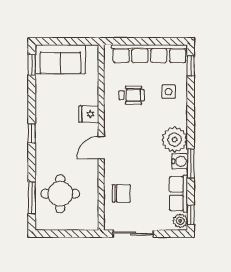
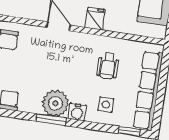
water cooler: (180, 161) -> (77, 112), moved
window: (191, 163) -> (51, 120), moved

